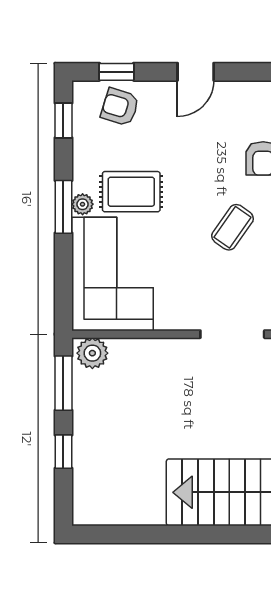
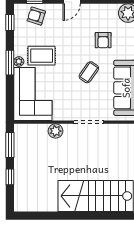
plant: (92, 353) -> (56, 131), moved

